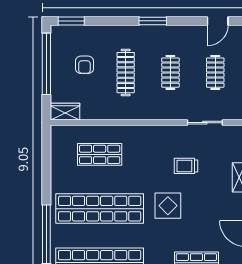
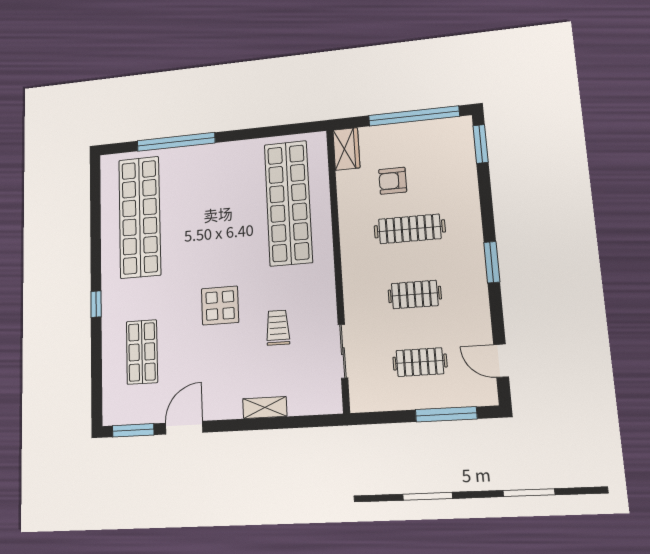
armchair: (84, 65) -> (393, 181), moved
shop shelf: (100, 154) -> (288, 203), width x2.00, depth x1.36
shop shelf: (100, 209) -> (213, 210), removed

